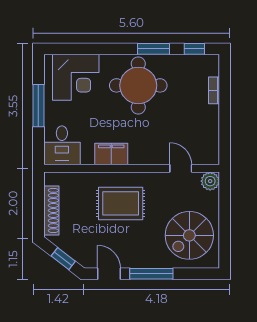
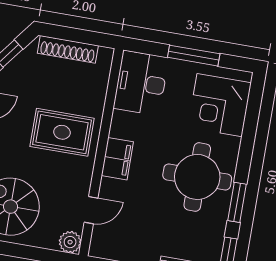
desk: (62, 145) -> (141, 83), width x1.37
filing cabinet: (111, 154) -> (117, 159), moved
rug: (121, 203) -> (62, 132), turned 90

